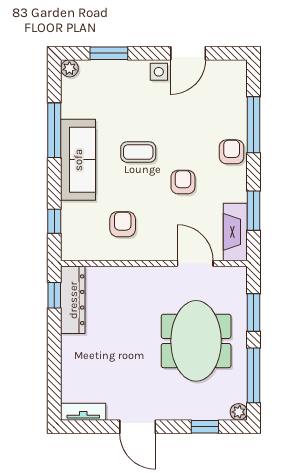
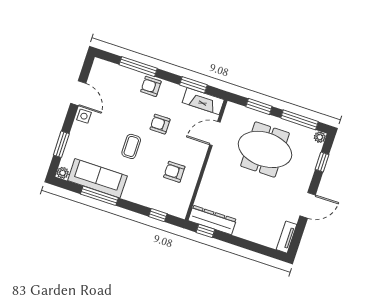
sofa: (78, 160) -> (97, 178), moved

